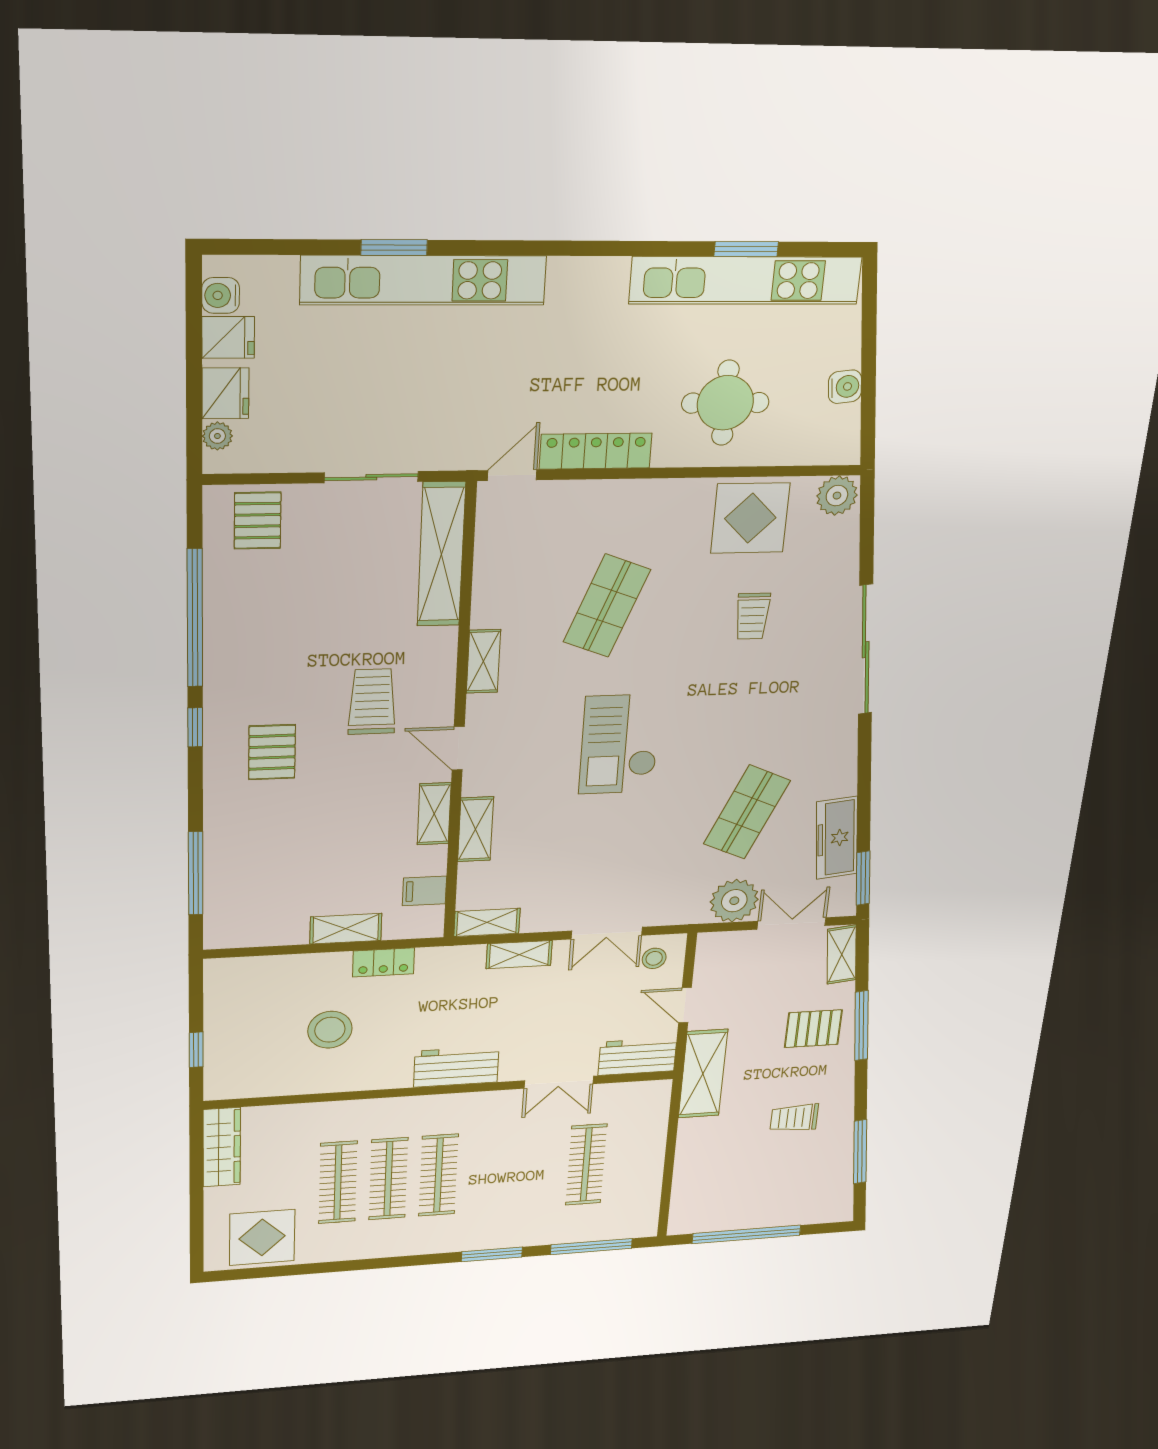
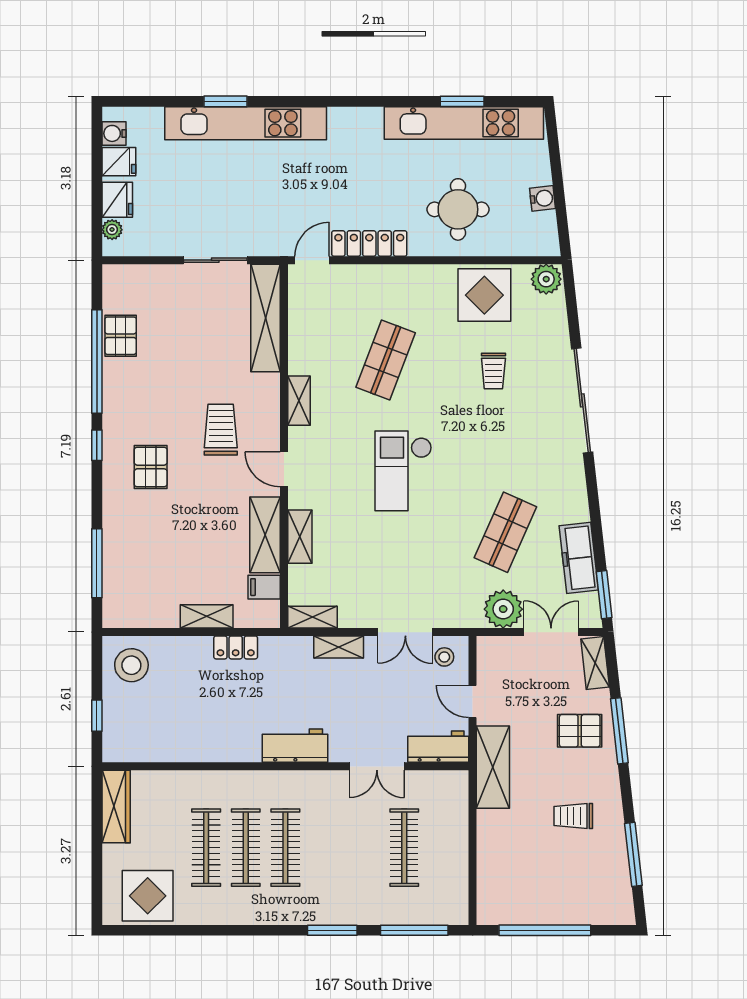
pallet: (258, 521) -> (121, 336), moved
shelving: (434, 814) -> (265, 535), width x1.50, depth x1.33
stool: (330, 1030) -> (131, 665), moved

